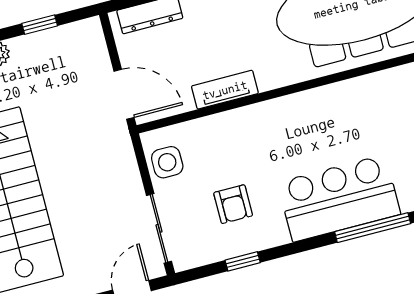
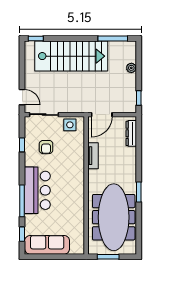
window: (40, 25) -> (139, 98), moved
armchair: (233, 204) -> (46, 147), turned -90

